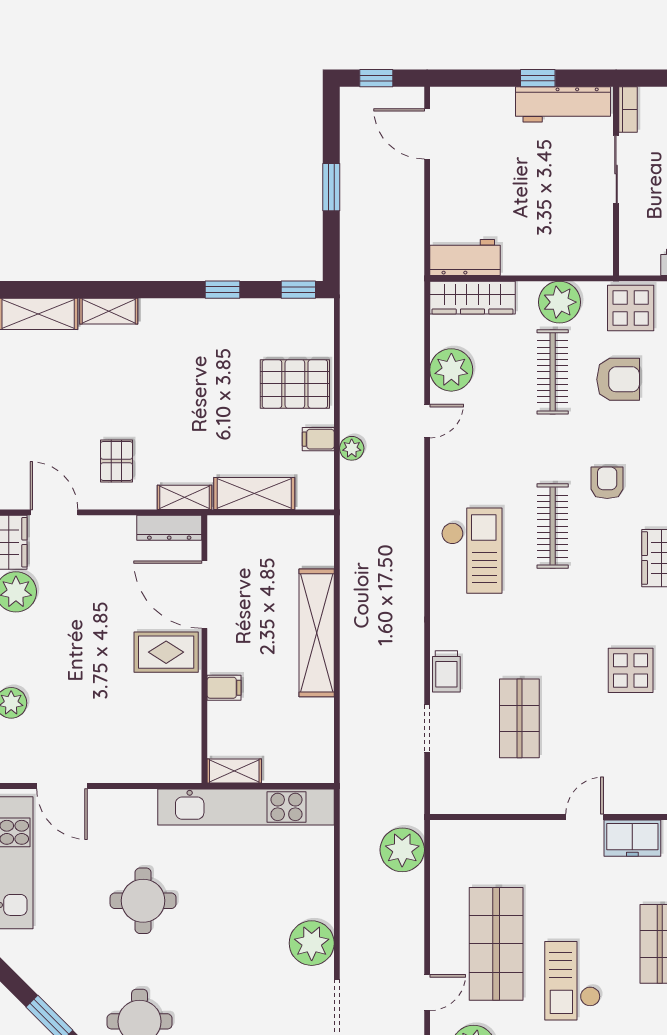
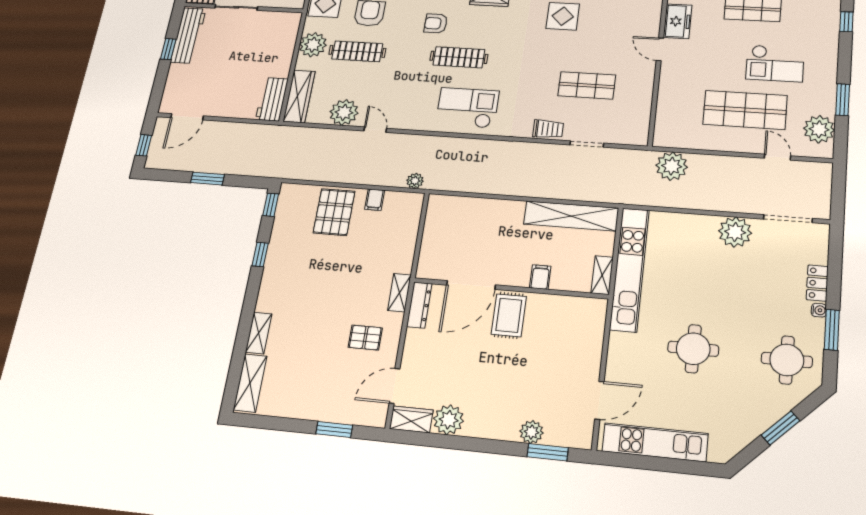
plant: (352, 448) -> (415, 181), moved
shelving: (254, 493) -> (405, 245), removed
shelving: (317, 633) -> (571, 216), moved

